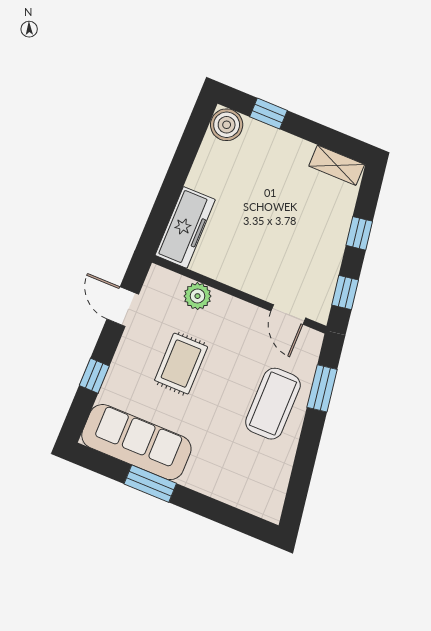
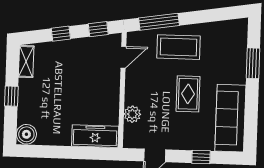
window: (268, 114) -> (11, 96), moved
rug: (181, 364) -> (188, 94), moved, turned 90
window: (322, 388) -> (159, 22), width x1.44
window: (150, 484) -> (253, 63), moved

